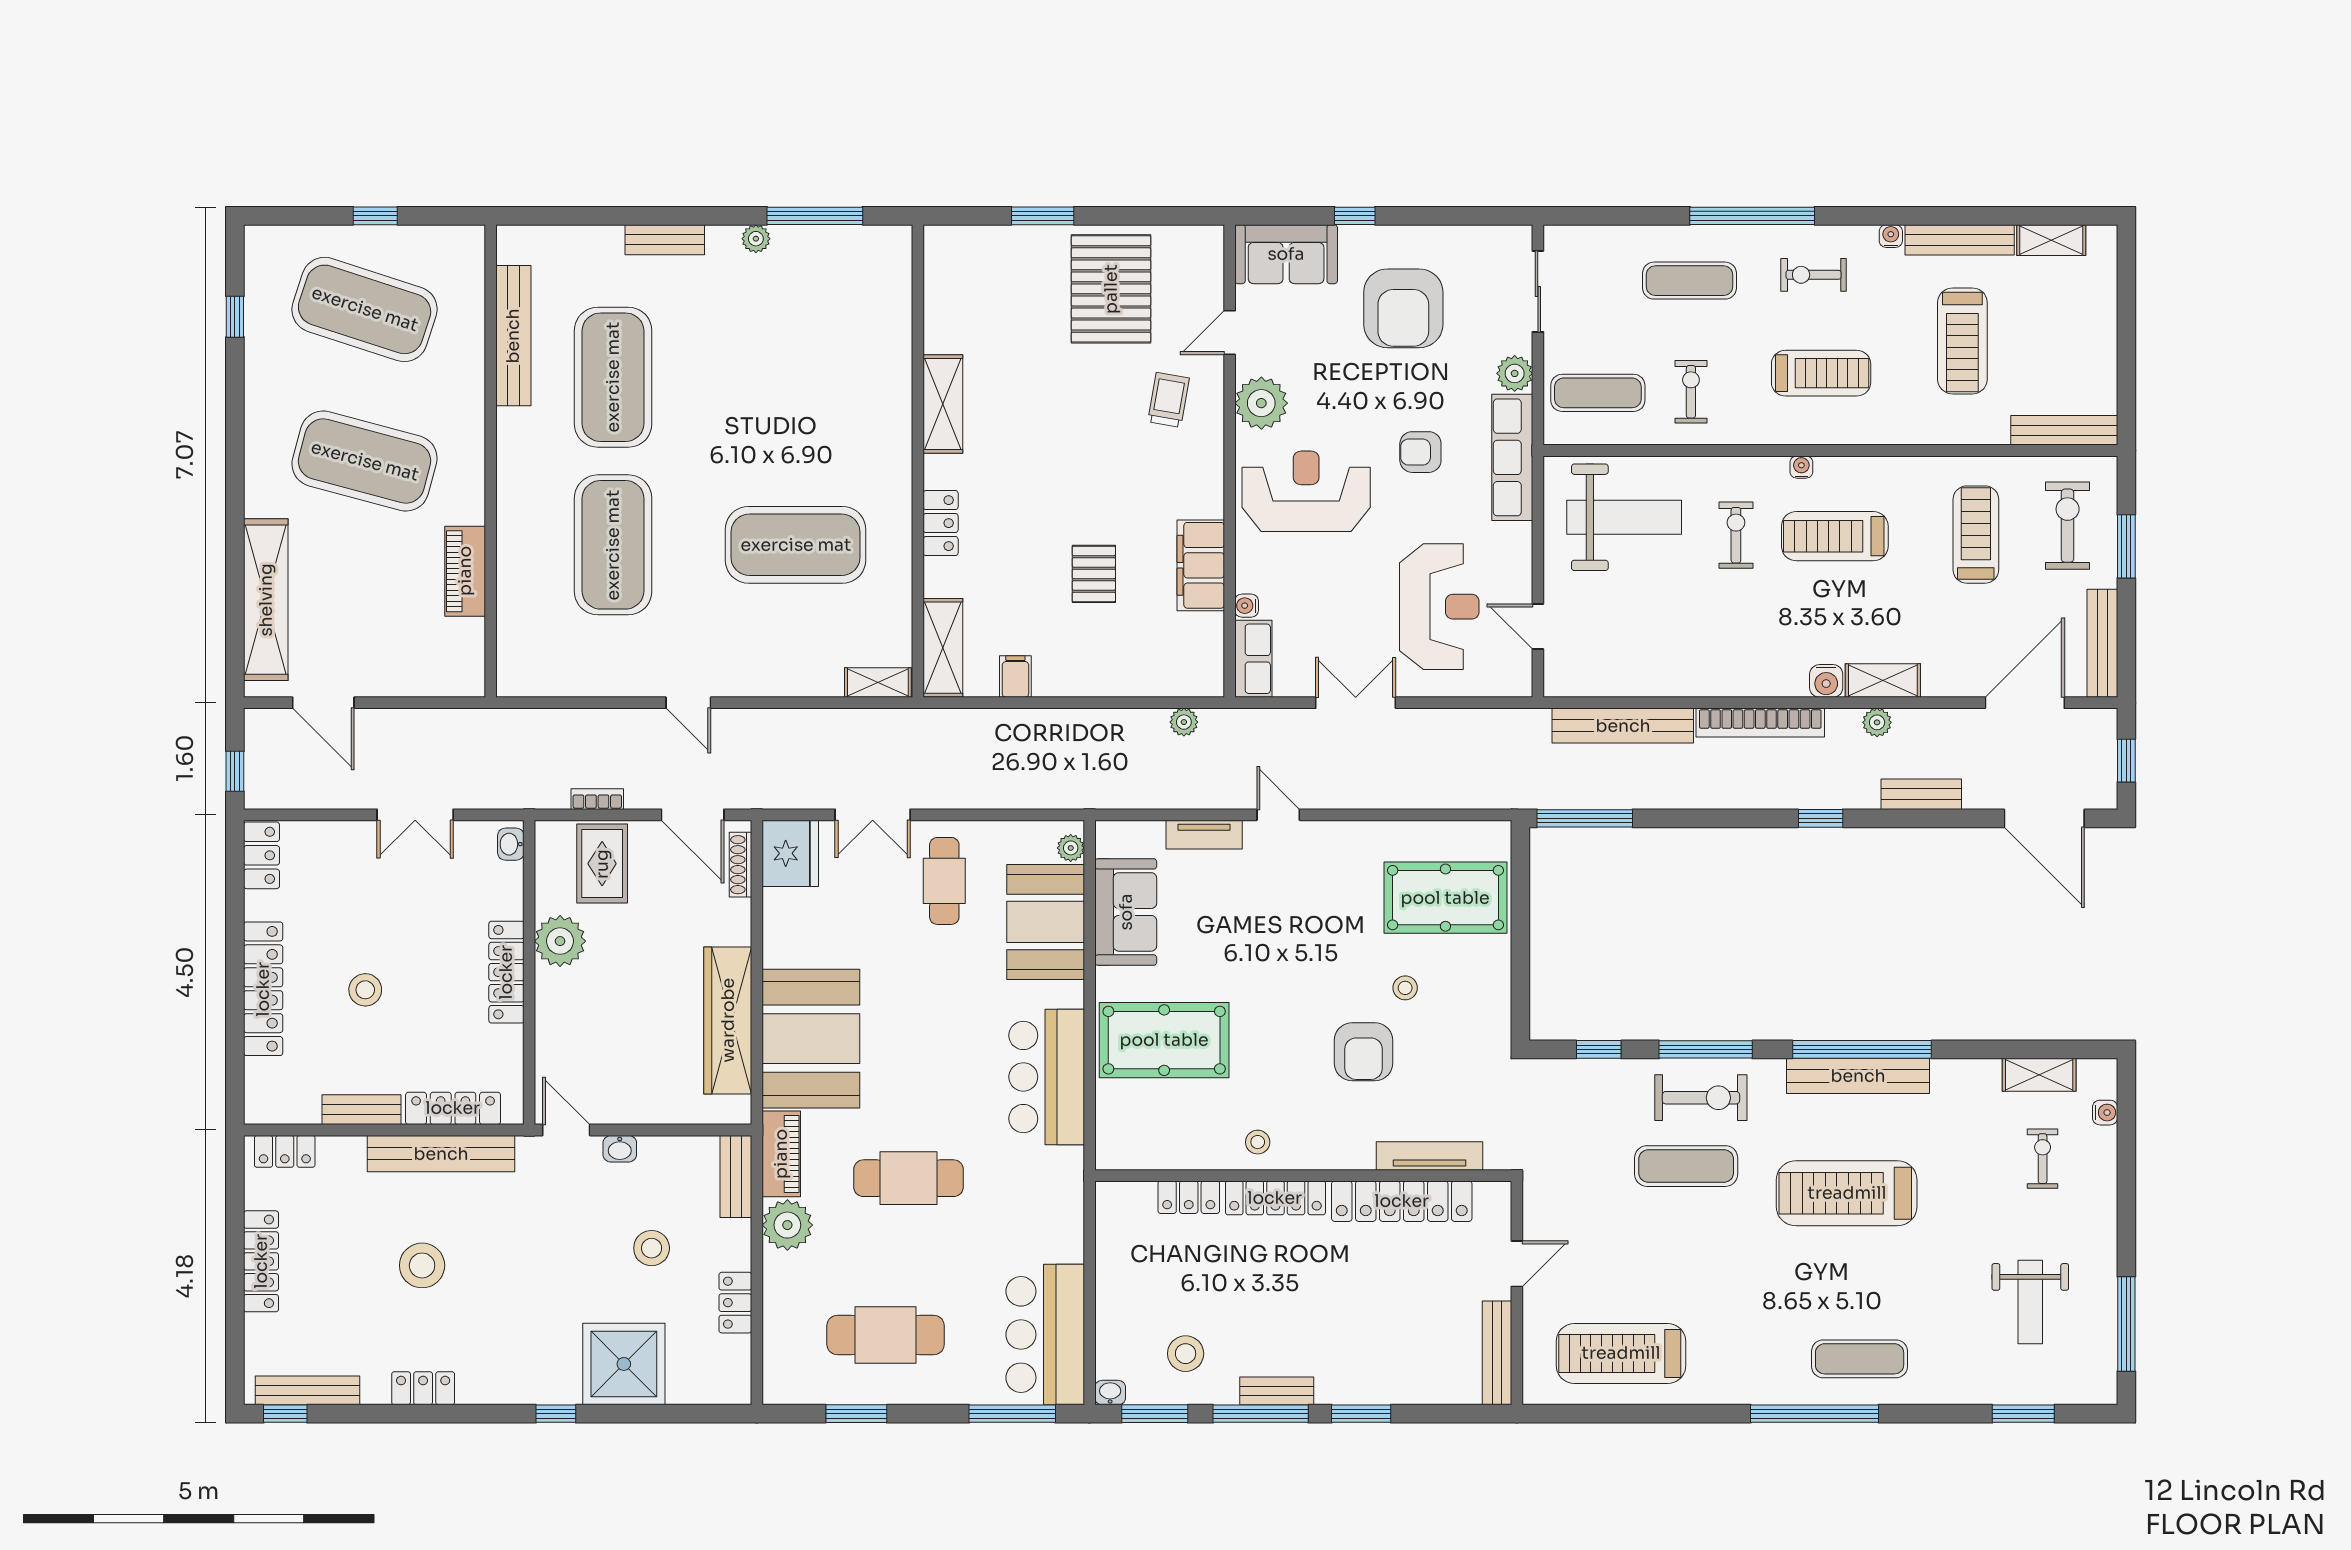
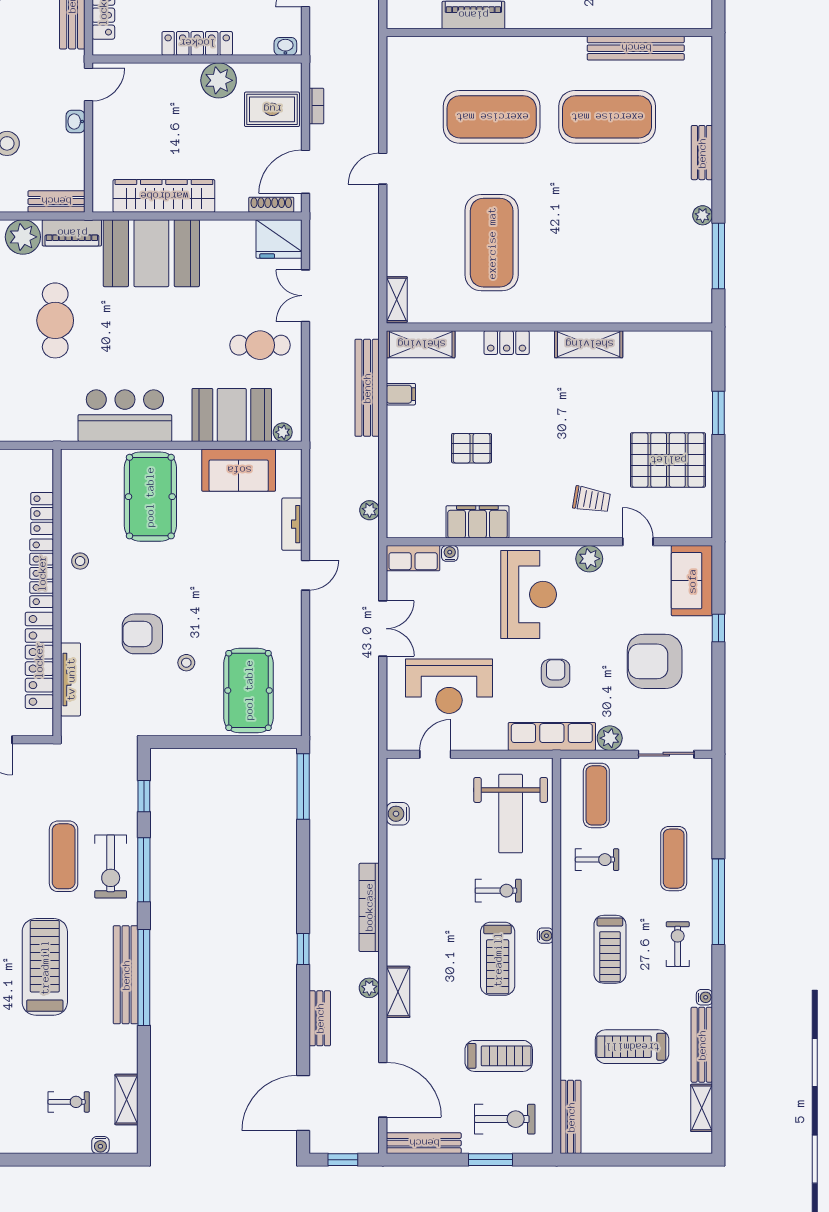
plant: (1261, 403) -> (589, 559), width x0.73, depth x0.73
treadmill: (1835, 536) -> (498, 959), turned 180
water cooler: (1826, 681) -> (398, 814), moved
bench: (1623, 726) -> (367, 388), moved

